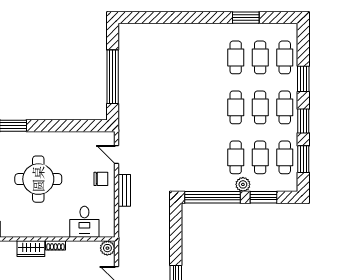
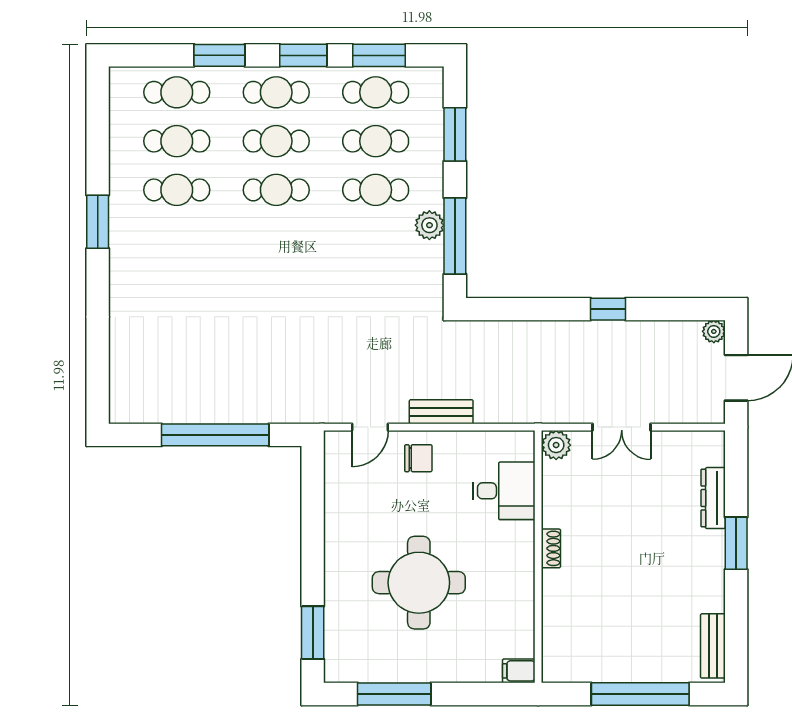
window: (246, 18) -> (98, 222), moved
chair: (101, 179) -> (418, 458), turned 90
plant: (243, 184) -> (429, 225), moved
window: (212, 197) -> (455, 236), width x0.68
wardrobe: (31, 249) -> (557, 597), removed

